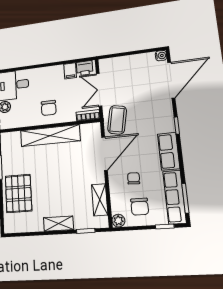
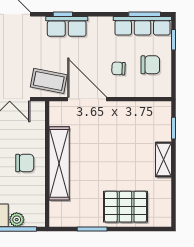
bookcase: (88, 115) -> (39, 115), removed
row of seats: (169, 151) -> (67, 26), moved
shelving: (100, 200) -> (140, 109), removed
plant: (118, 221) -> (164, 90), removed

